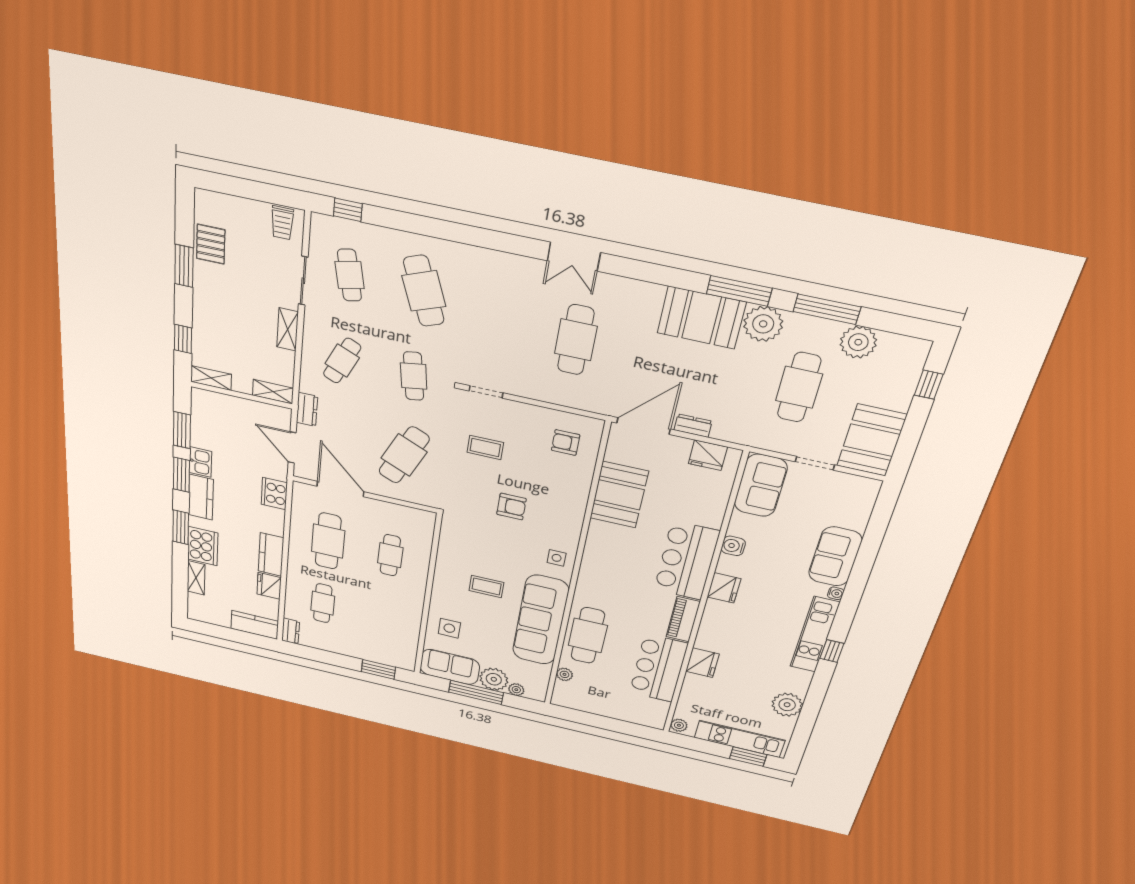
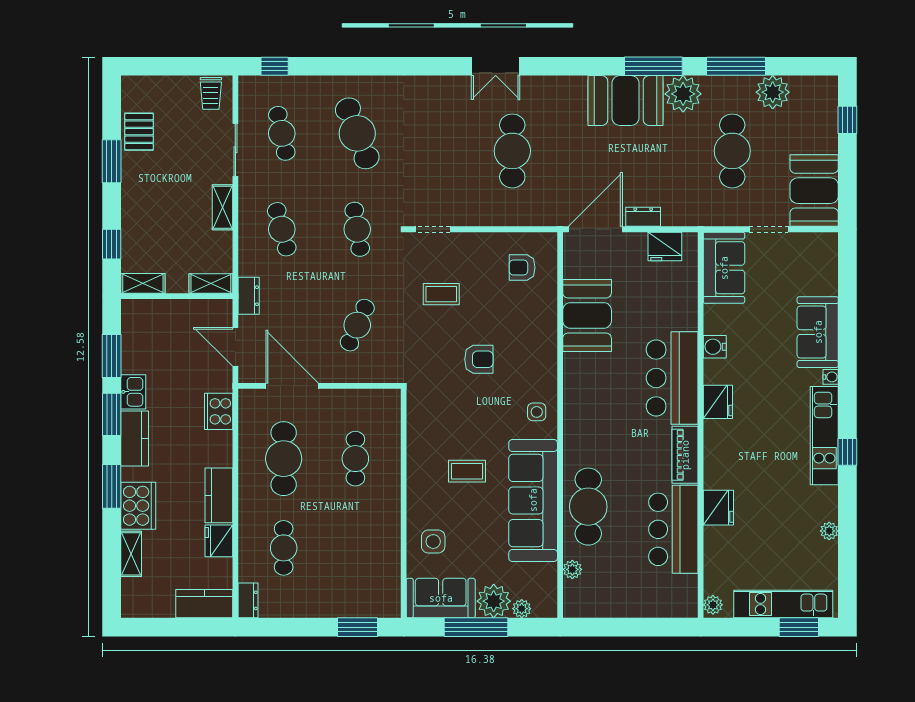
cafe table: (342, 361) -> (282, 229), turned -39
cafe table: (404, 455) -> (357, 325), width x0.73, depth x0.74
plant: (787, 705) -> (829, 531), width x0.53, depth x0.53

